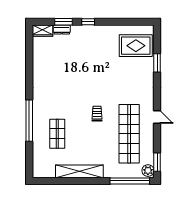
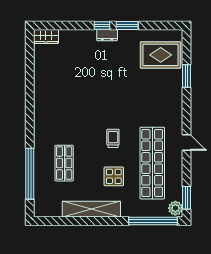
window: (63, 22) -> (127, 25), moved
dresser: (62, 29) -> (107, 35), moved
window: (29, 121) -> (30, 174), moved
display table: (98, 145) -> (114, 176), added

